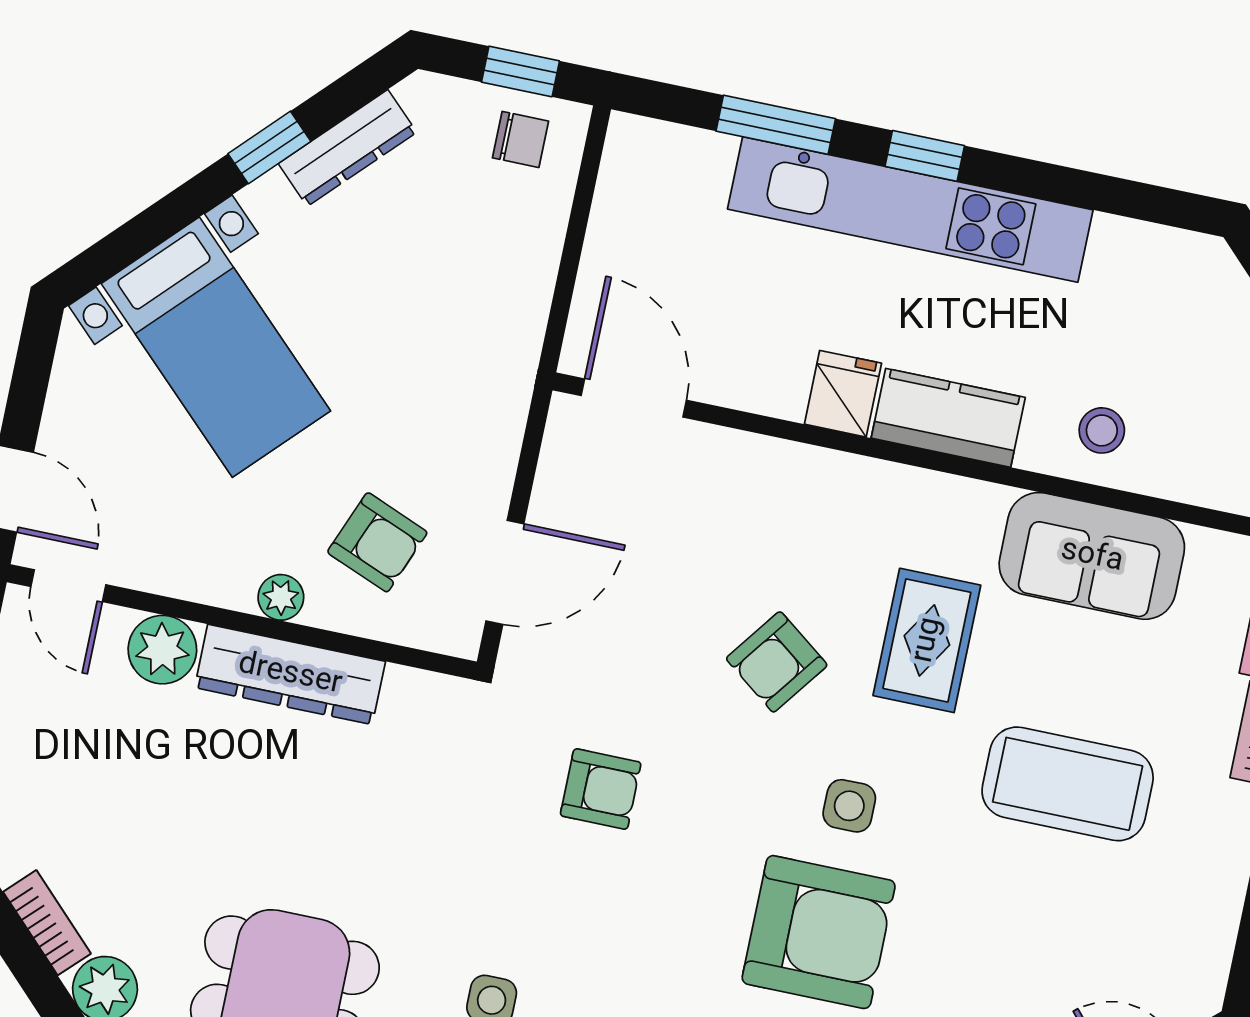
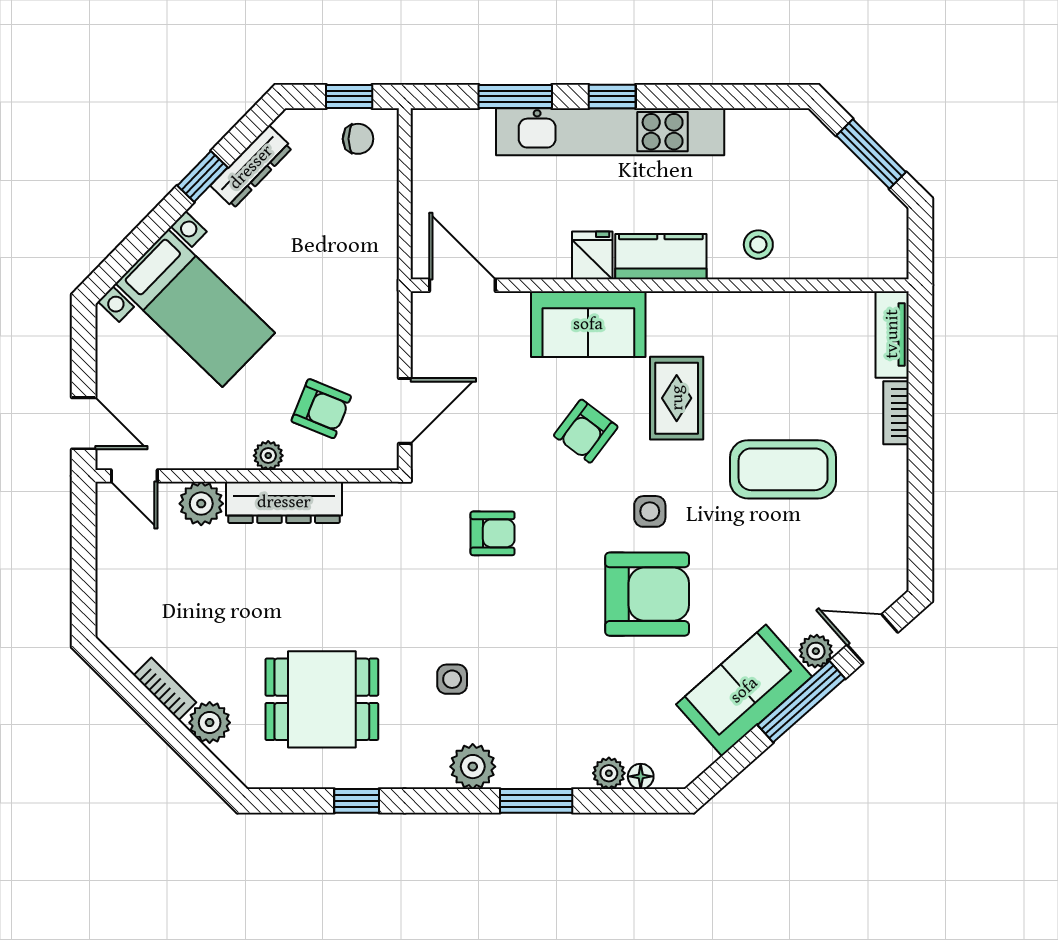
sofa: (1092, 556) -> (588, 324), moved

